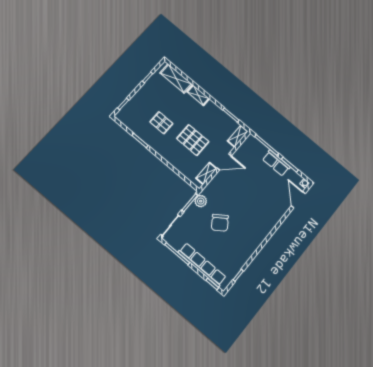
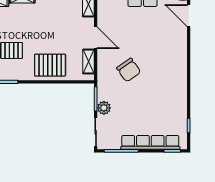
pallet: (193, 140) -> (50, 65), moved
door: (224, 162) -> (96, 38), hinge flipped
plant: (201, 201) -> (104, 108), moved
chair: (220, 223) -> (129, 70), moved

